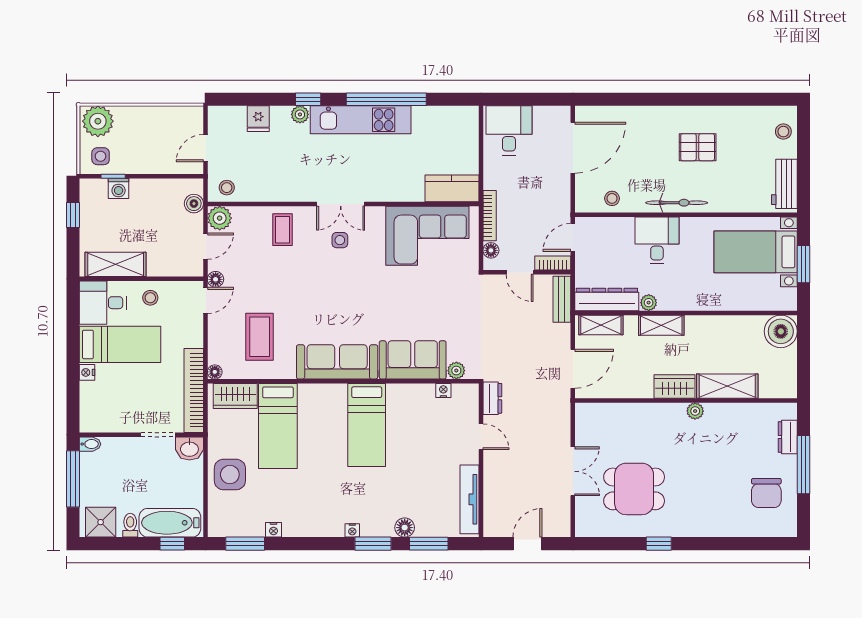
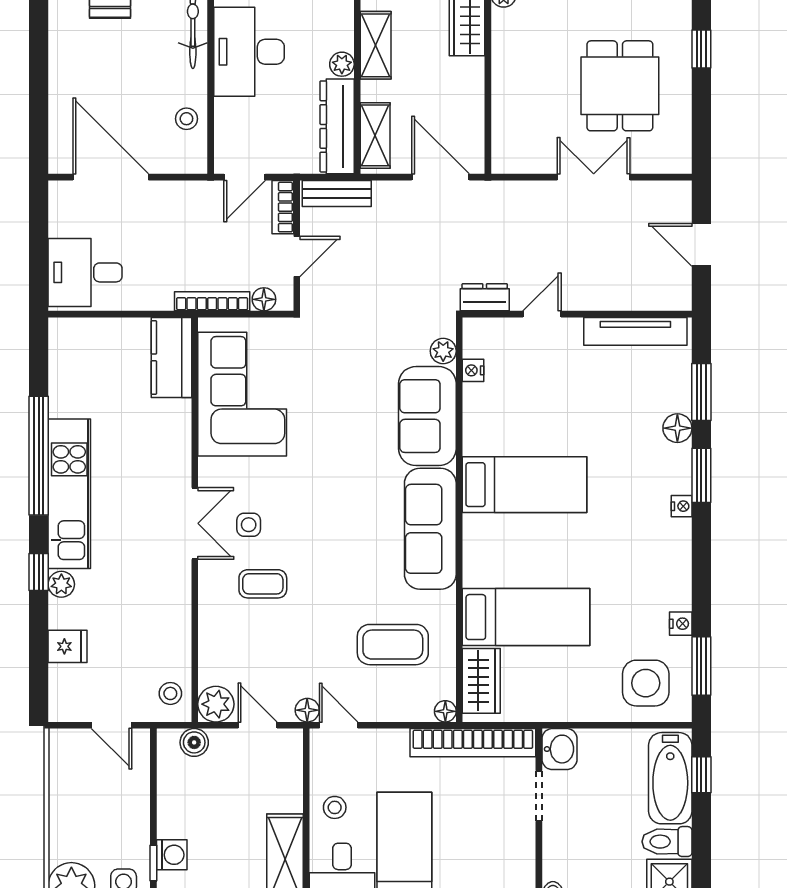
coffee table: (283, 230) -> (263, 584), moved
door: (573, 237) -> (245, 177), hinge flipped
desk: (657, 240) -> (249, 52), width x1.37
side table: (230, 475) -> (646, 683), moved
toilet: (130, 525) -> (667, 842), width x1.37, depth x1.39

